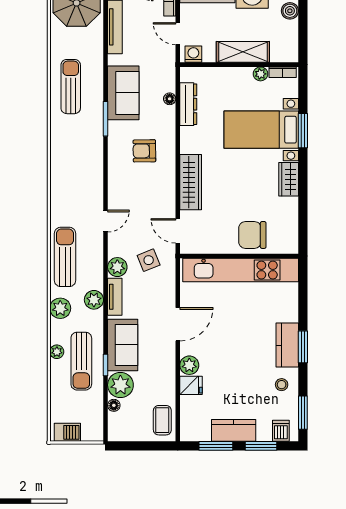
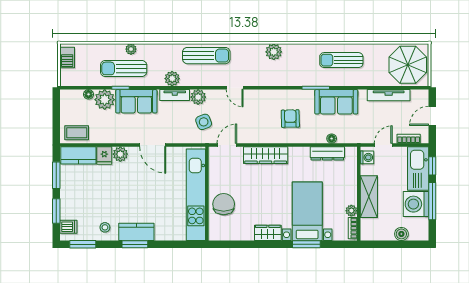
sun lounger: (71, 87) -> (341, 60), turned 180
plant: (60, 308) -> (274, 52), moved
kitchen counter: (234, 430) -> (78, 155), moved, turned 90

